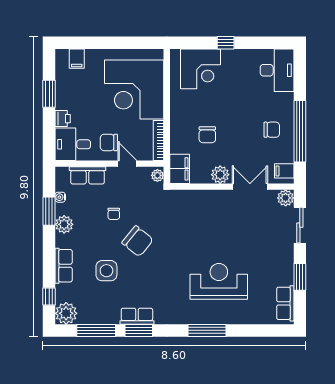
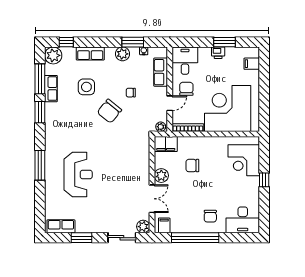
printer: (63, 119) -> (218, 53), moved
chair: (272, 130) -> (210, 216), moved
row of seats: (137, 316) -> (51, 89), moved

